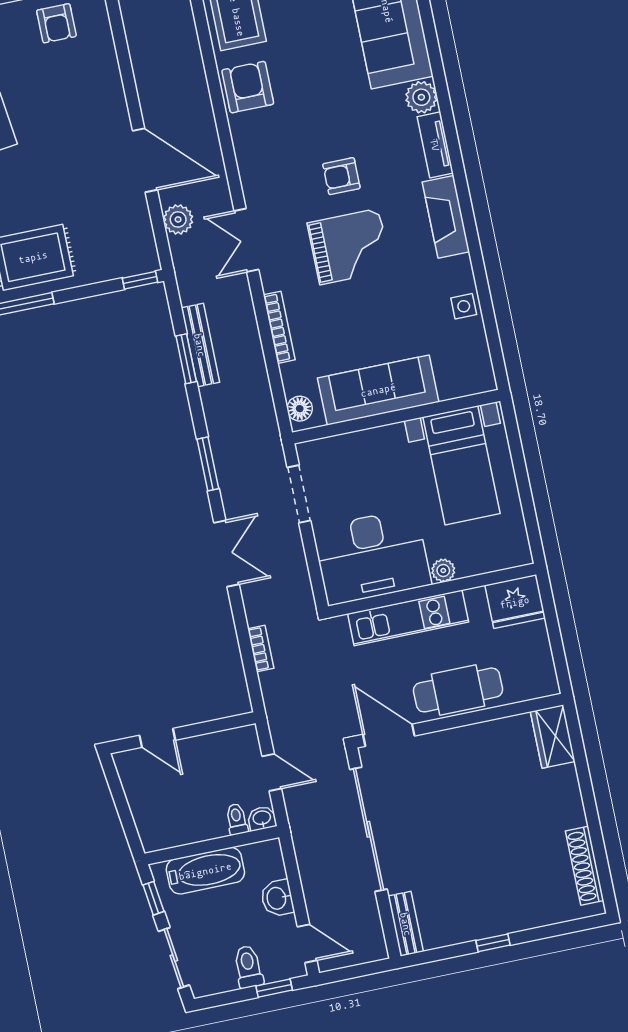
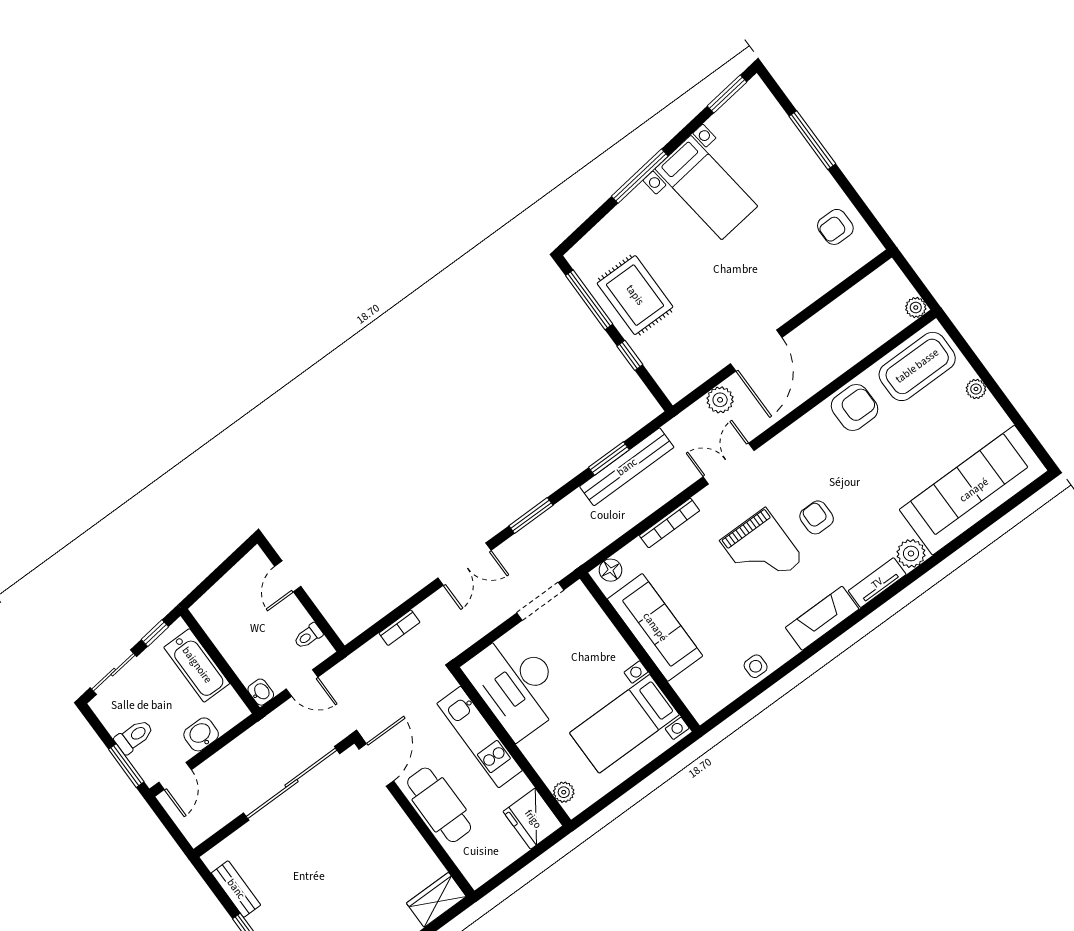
window: (140, 280) -> (630, 355), moved
bench: (200, 345) -> (627, 467), width x1.37, depth x1.21
plant: (443, 570) -> (564, 792), moved
door: (272, 772) -> (302, 683), hinge flipped
toilet: (237, 819) -> (308, 636), moved, turned 180
bench: (406, 924) -> (236, 889), moved, turned 90
window: (274, 988) -> (126, 766), width x1.50

